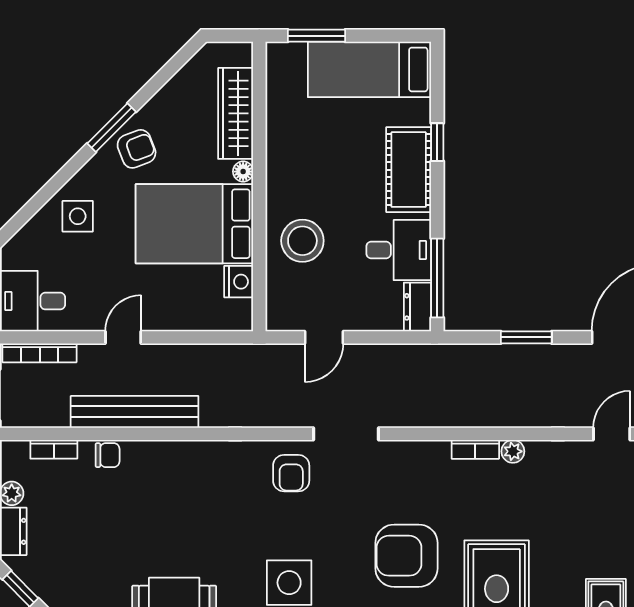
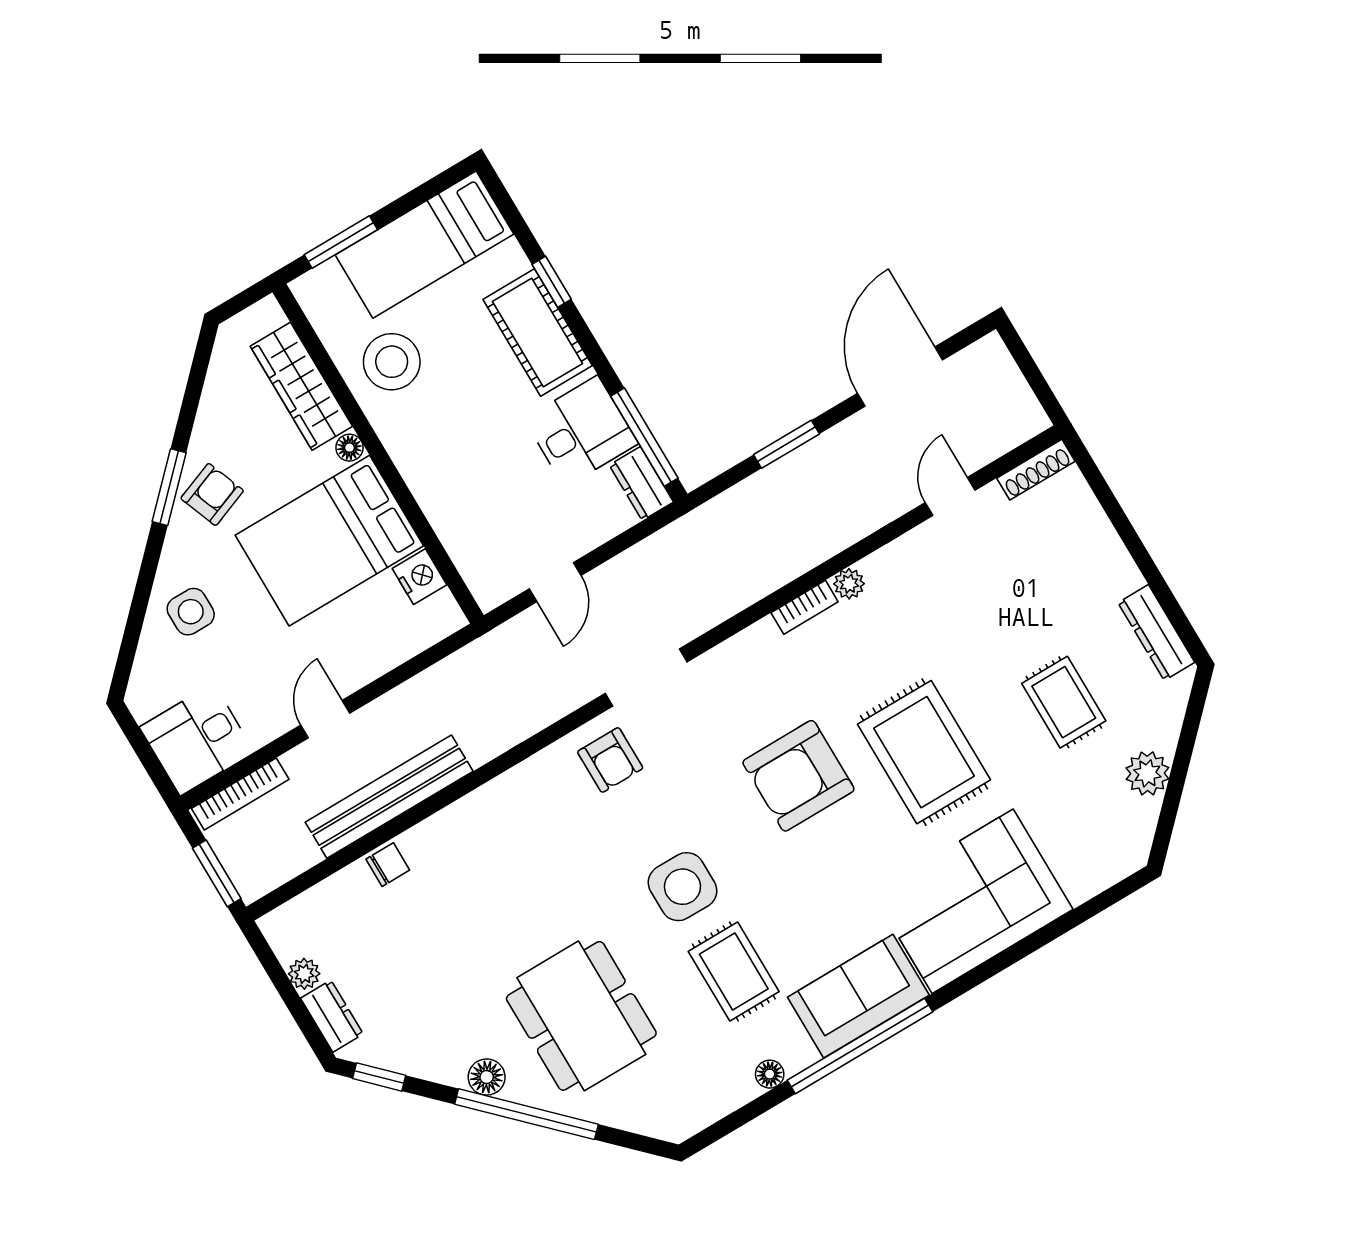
stool: (302, 241) -> (392, 362), moved
bookcase: (54, 449) -> (322, 895), removed

